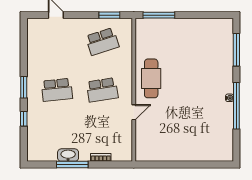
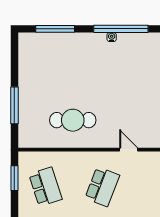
window: (159, 15) -> (14, 105), moved
cafe table: (151, 78) -> (73, 120), moved
school desk: (102, 90) -> (102, 187), turned 30

